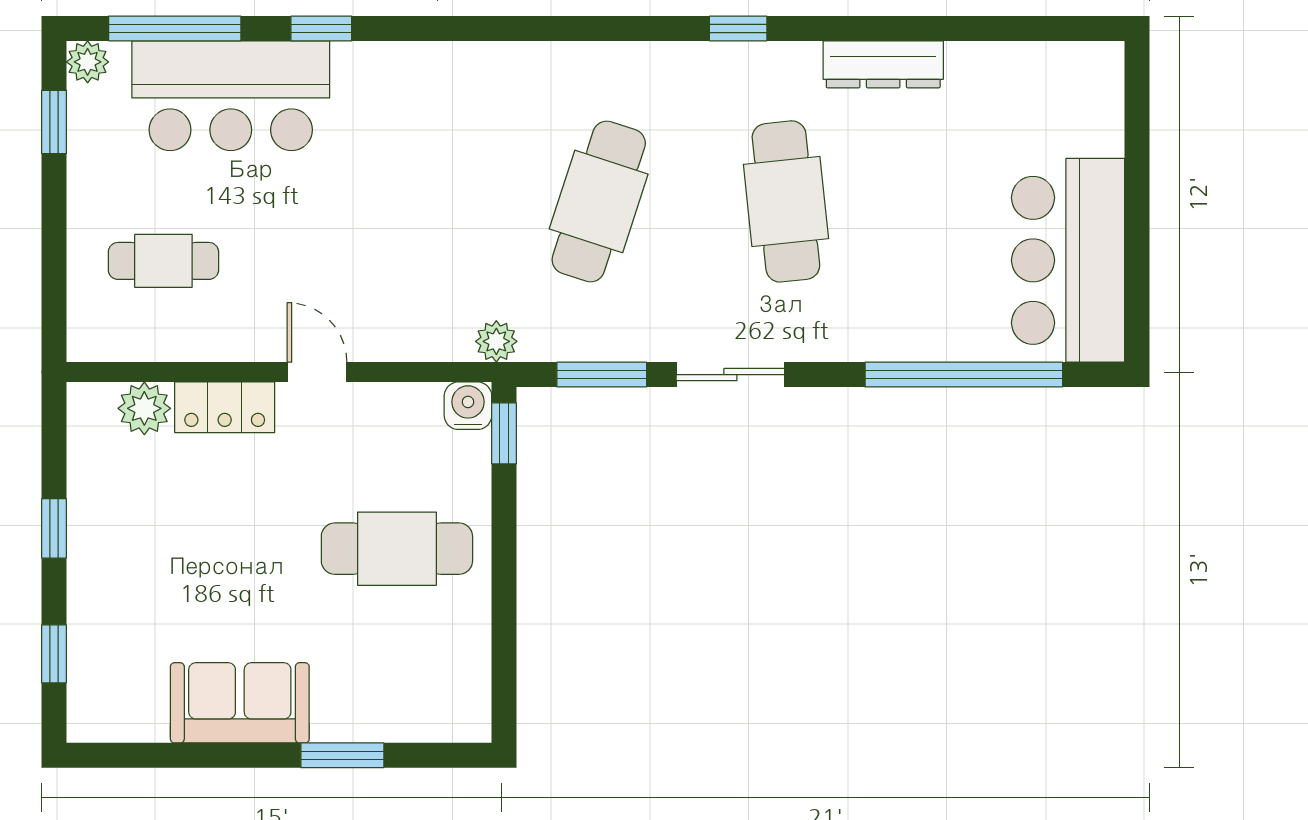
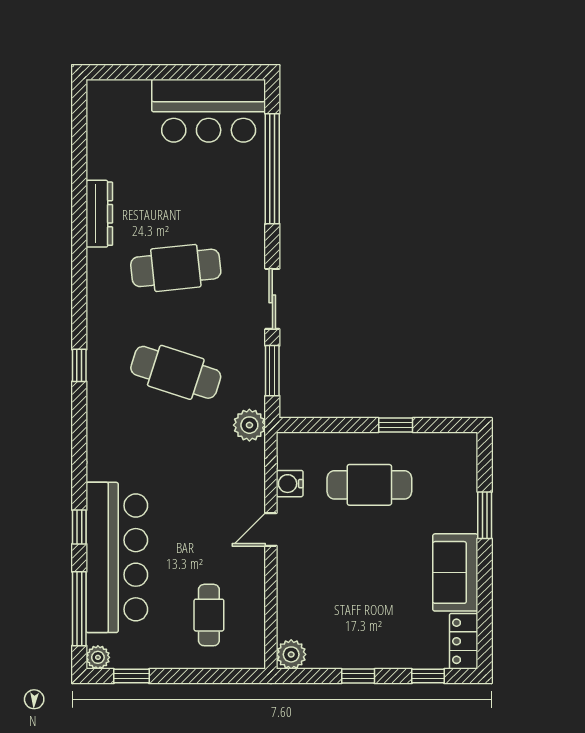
window: (738, 28) -> (79, 365), moved
bar counter: (231, 96) -> (117, 557), width x1.36
plant: (496, 341) -> (249, 425), width x1.38, depth x1.38
water cooler: (468, 406) -> (290, 484), moved
locker: (225, 407) -> (464, 641), moved, turned 180
plant: (144, 408) -> (291, 654), moved
window: (504, 433) -> (396, 425), moved
cafe table: (397, 549) -> (369, 485), turned 90

